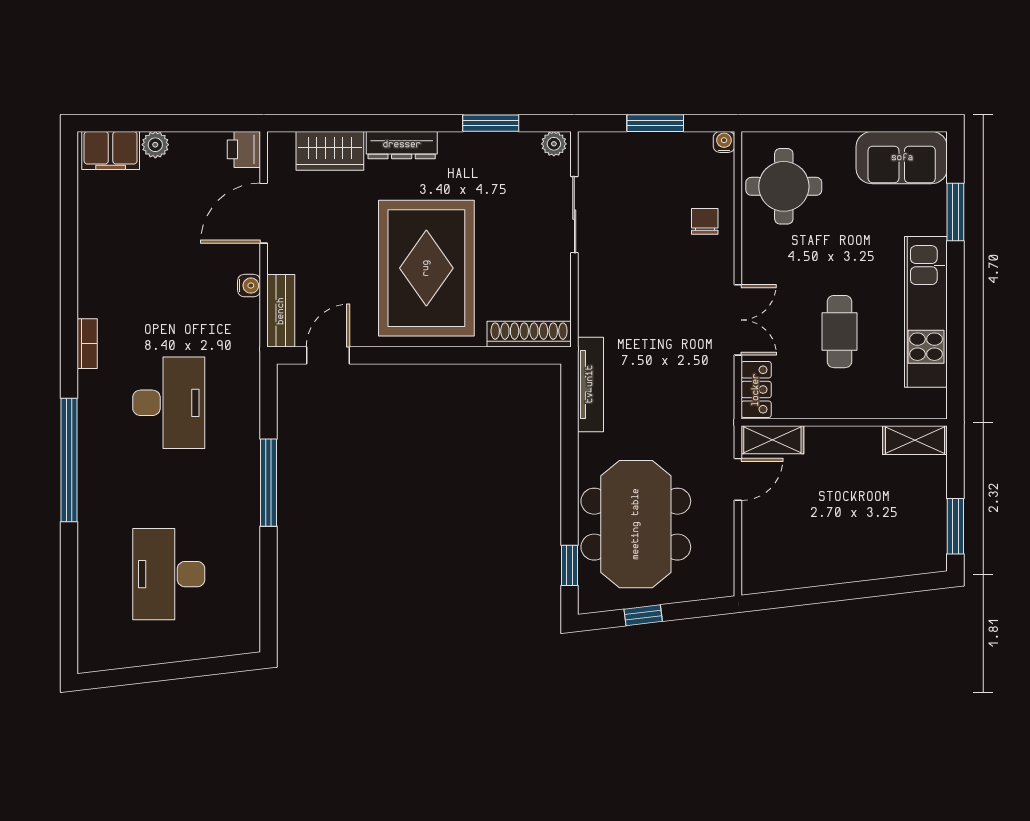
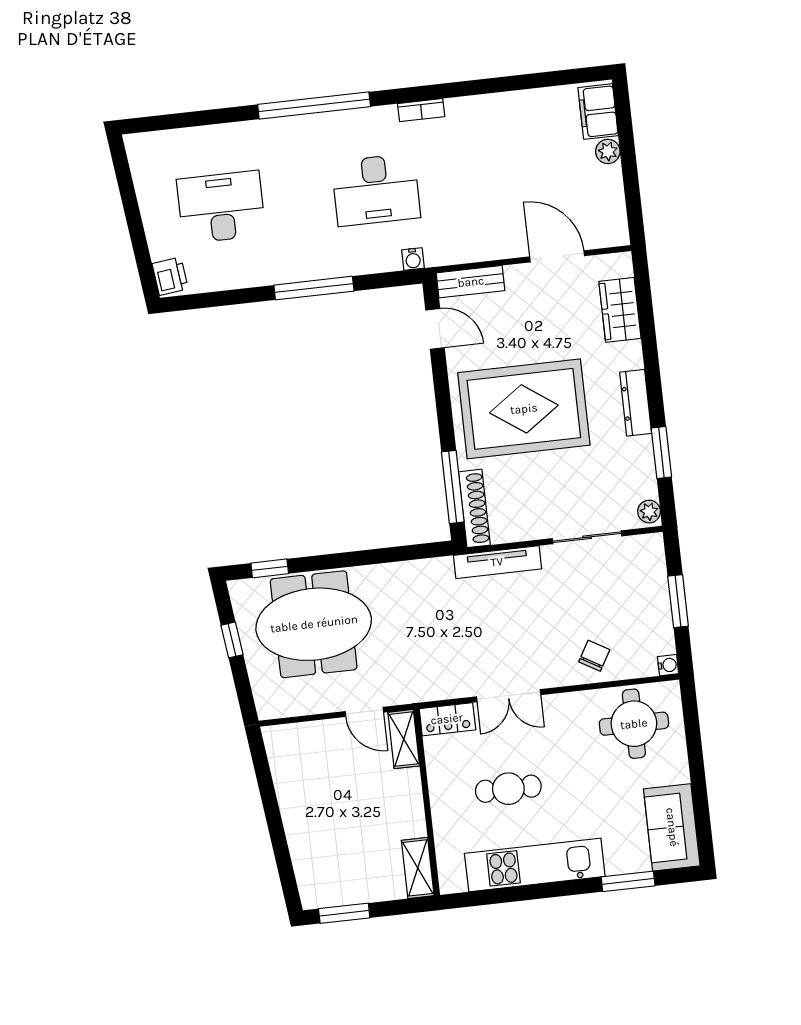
dresser: (402, 145) -> (636, 403), moved
printer: (244, 149) -> (170, 276), moved, turned 83
chair: (705, 221) -> (594, 656), turned -60
water cooler: (249, 286) -> (413, 259), moved
window: (503, 355) -> (453, 487), added
tv unit: (590, 384) -> (497, 562), moved

